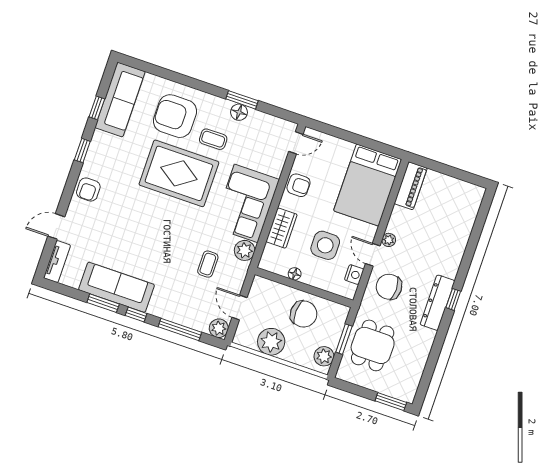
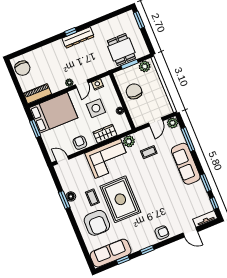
window: (368, 143) -> (35, 129), added
sofa: (117, 287) -> (186, 164), moved
chair: (389, 287) -> (22, 68), moved
window: (136, 314) -> (214, 203), moved
plant: (271, 342) -> (158, 95), removed
dining table: (373, 345) -> (121, 49), turned 90

